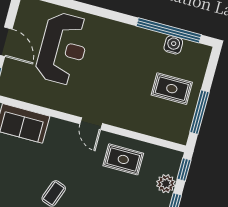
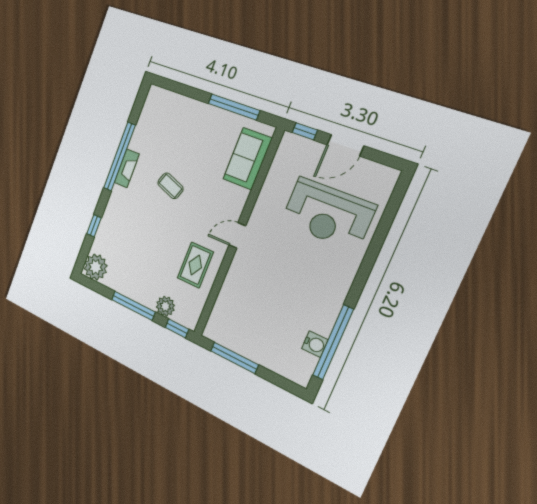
rug: (172, 89) -> (264, 332), removed

